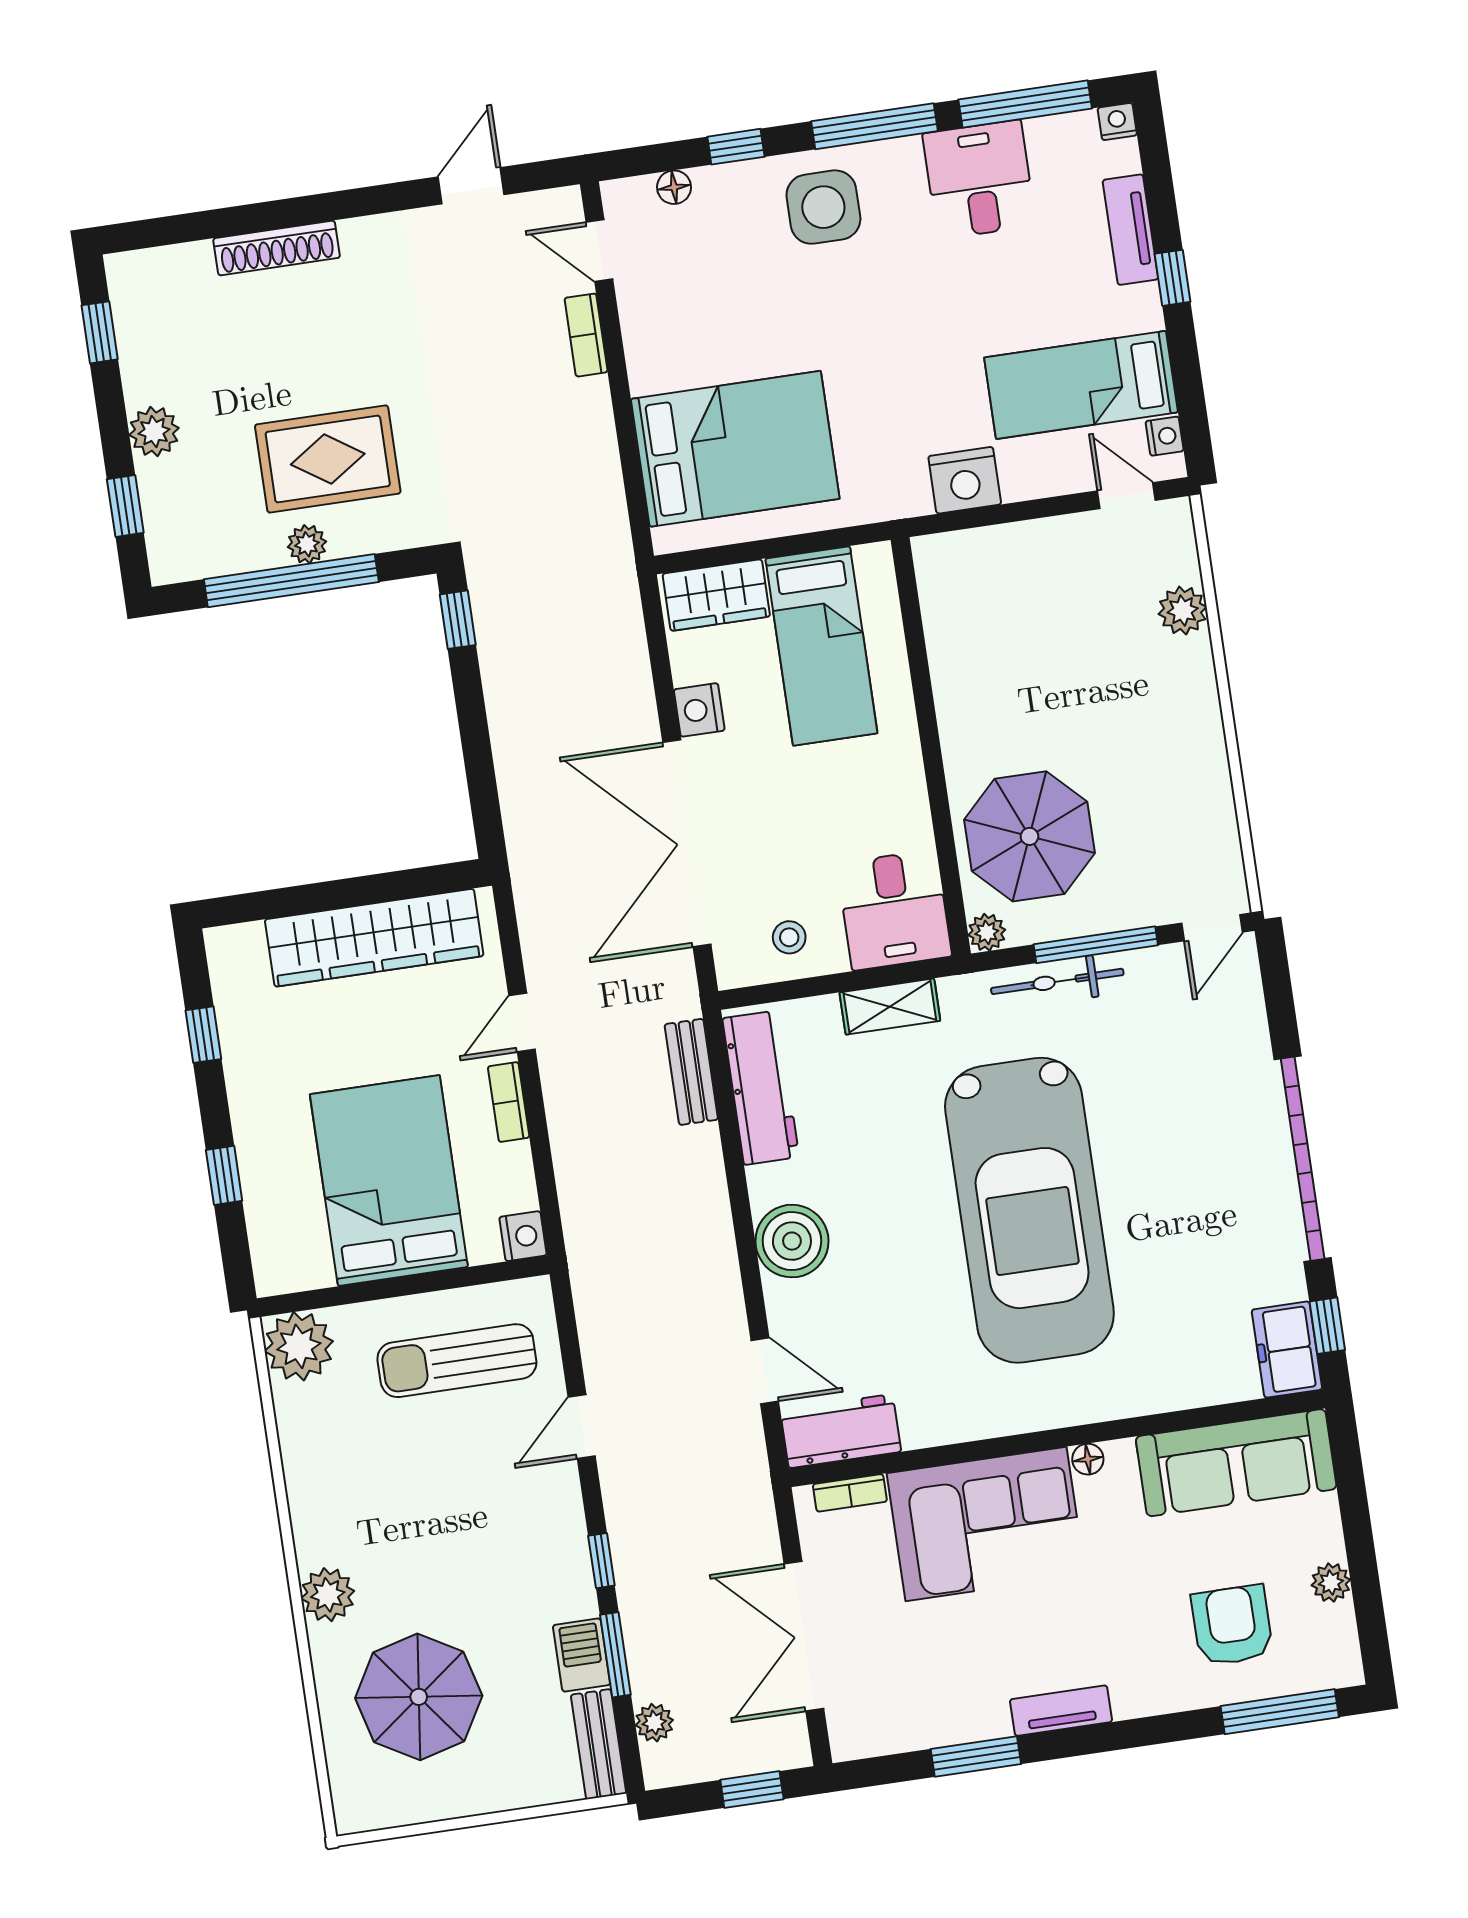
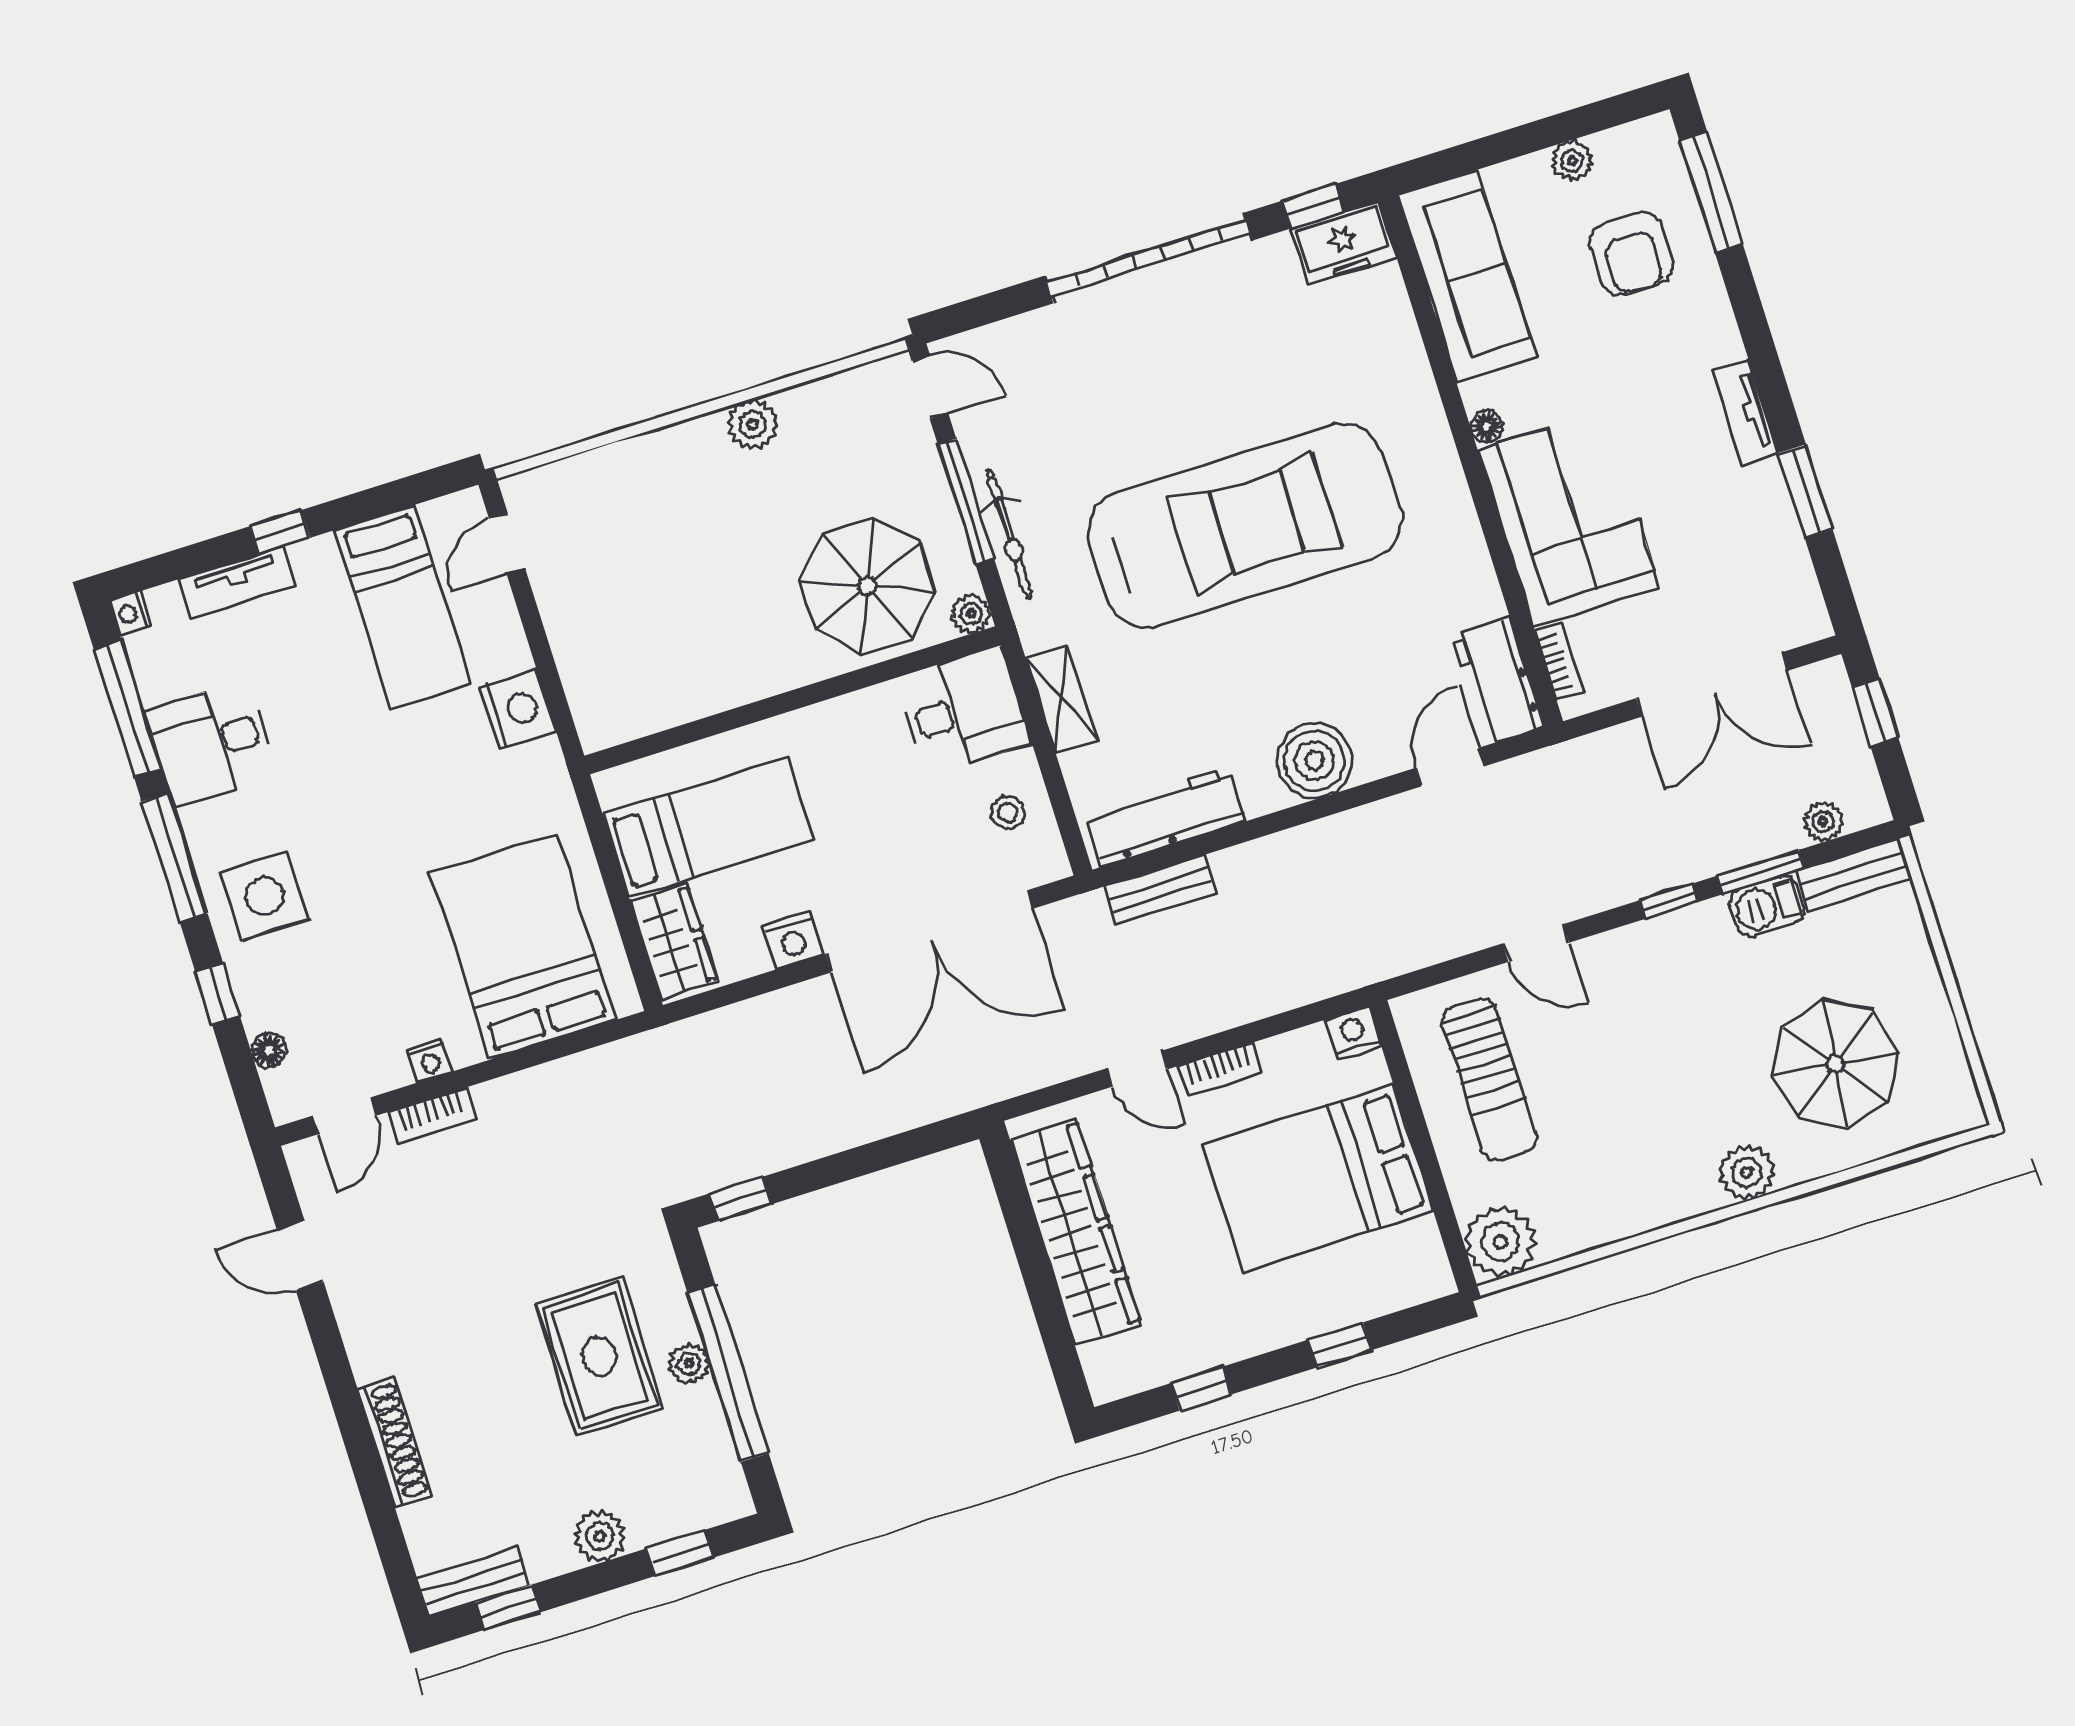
bench: (129, 302) -> (473, 1582), added
nightstand: (1165, 436) -> (430, 1061), moved, turned 180
plant: (1183, 610) -> (753, 424), moved
armchair: (1232, 1625) -> (1631, 254), turned -90

